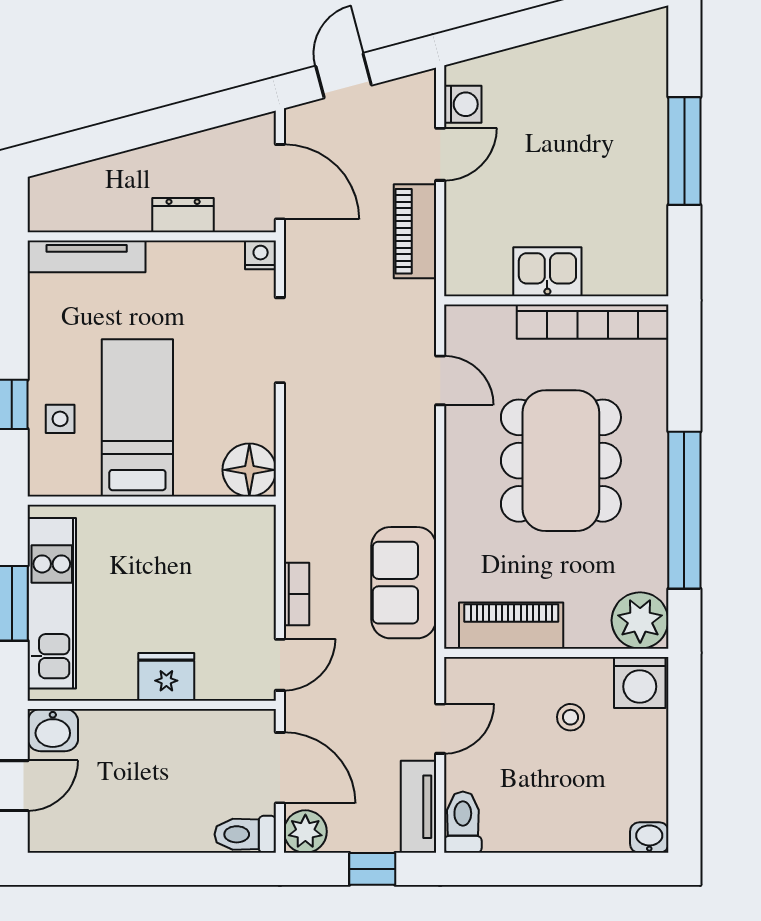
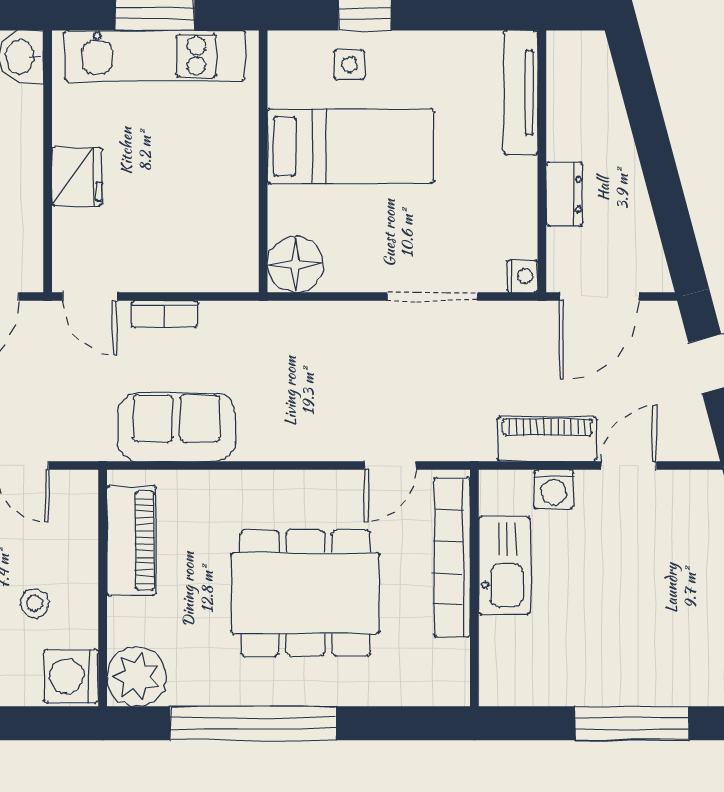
washing machine: (463, 104) -> (554, 489), moved
door: (440, 154) -> (629, 466), swing flipped
kitchen sink: (547, 272) -> (505, 565), width x1.38
bookcase: (593, 322) -> (452, 557), moved

